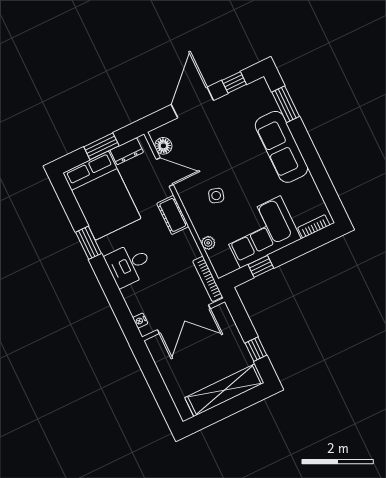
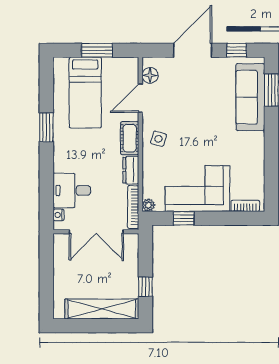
sofa: (281, 147) -> (250, 97), moved
dresser: (127, 151) -> (131, 170), moved, turned 90
door: (165, 172) -> (140, 98), swing flipped
bed: (102, 196) -> (85, 93), width x0.67
side table: (216, 196) -> (158, 139), moved
plant: (208, 243) -> (148, 205), moved
desk: (129, 265) -> (72, 190), moved

